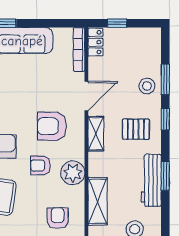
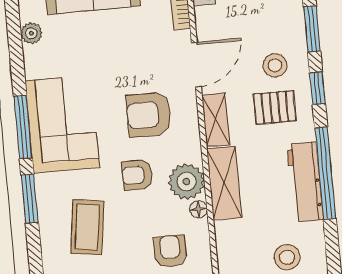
stool: (147, 86) -> (275, 65), moved
window: (165, 176) -> (325, 173), width x2.11
floor lamp: (79, 192) -> (199, 209), added
shelving: (98, 201) -> (224, 183), moved

